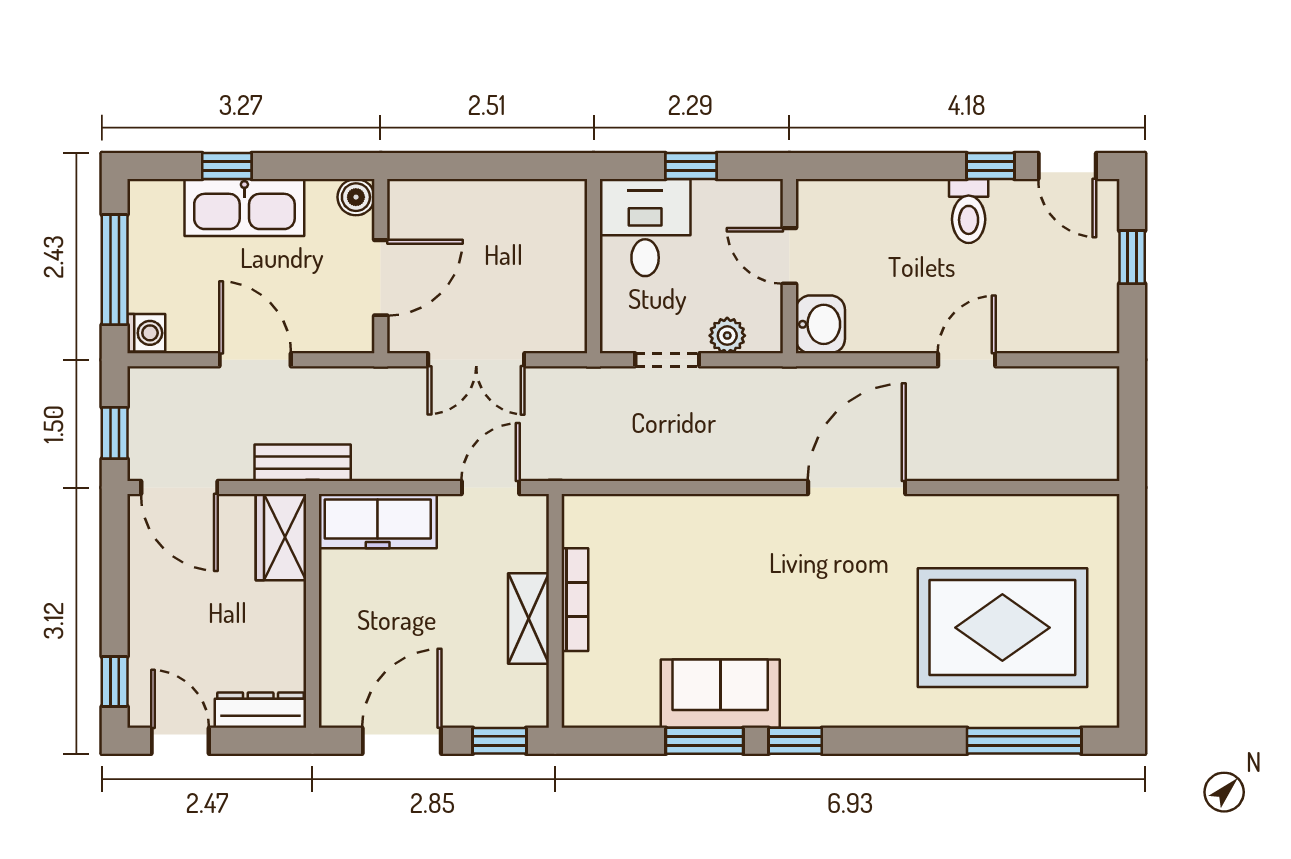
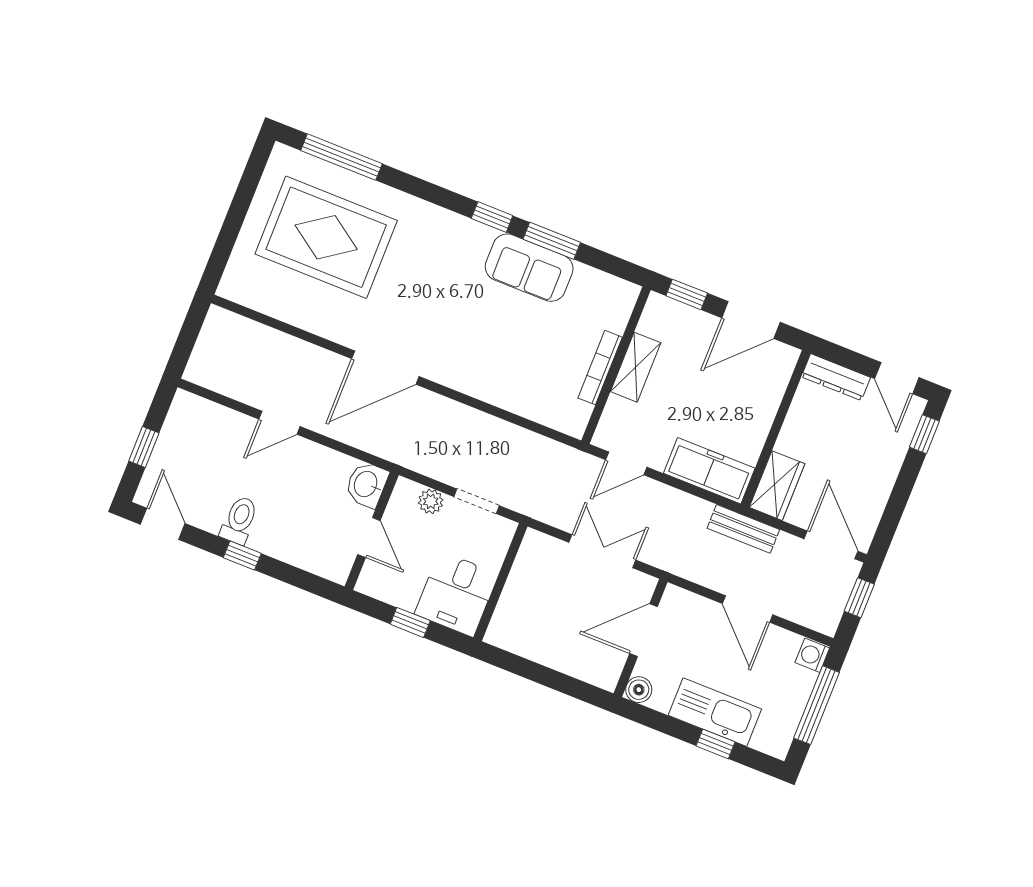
window: (991, 166) -> (242, 556), moved

